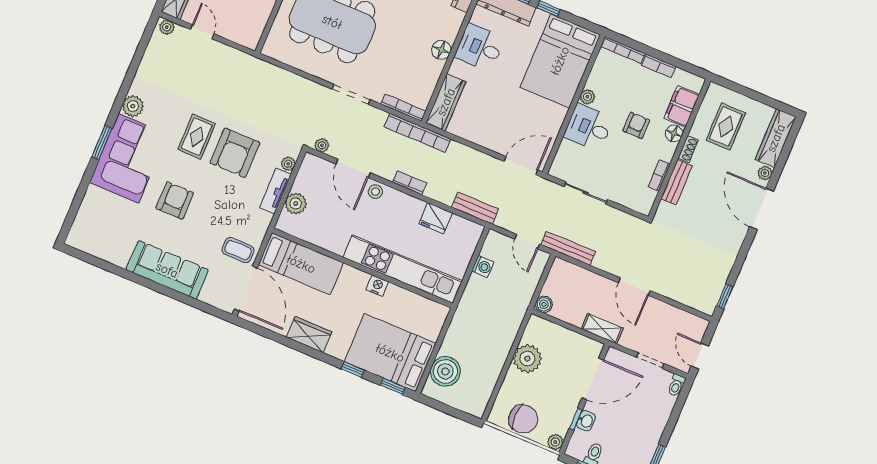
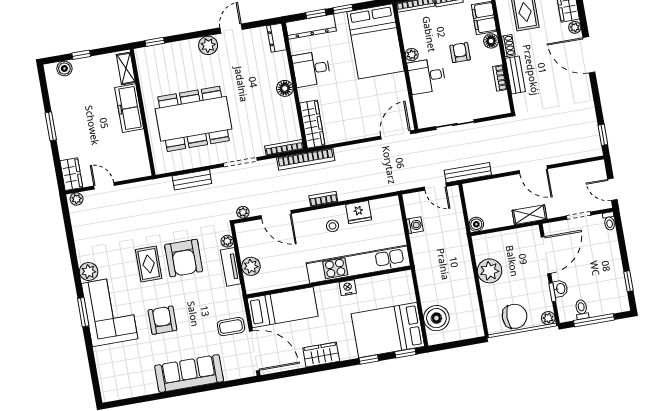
stool: (375, 192) -> (333, 226), moved
bench: (475, 208) -> (192, 180), moved

